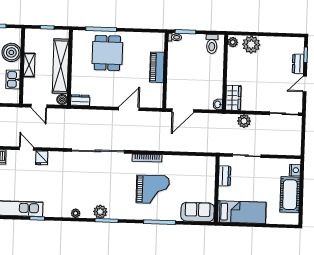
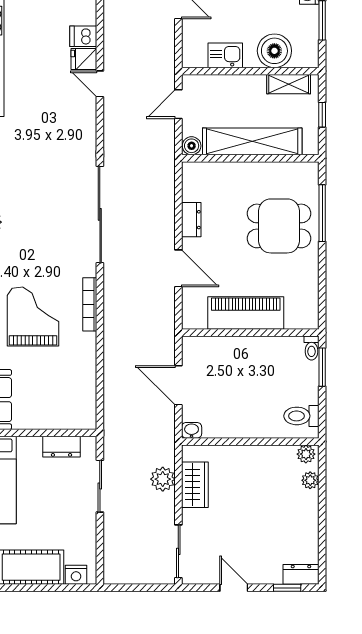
plant: (251, 45) -> (310, 480), width x0.53, depth x0.53
dresser: (298, 64) -> (301, 574), moved
shelving: (29, 65) -> (289, 84), moved
piano: (157, 67) -> (246, 313), width x1.37, depth x1.33
wardrobe: (233, 98) -> (195, 485), moved, turned -90
dresser: (80, 100) -> (191, 220), moved
door: (183, 111) -> (178, 385), moved
door: (26, 149) -> (100, 84), swing flipped
fridge: (42, 158) -> (84, 59), moved
grand piano: (153, 189) -> (33, 317), turned 180

